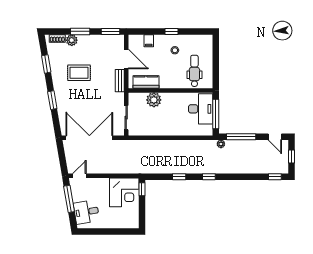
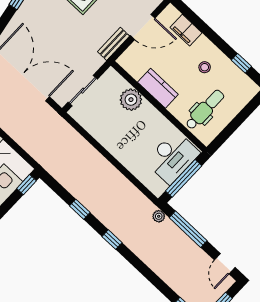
window: (171, 31) -> (241, 63), moved
filing cabinet: (149, 41) -> (186, 30), width x2.00
door: (126, 59) -> (143, 27), hinge flipped
kitchen counter: (146, 82) -> (158, 88), moved

